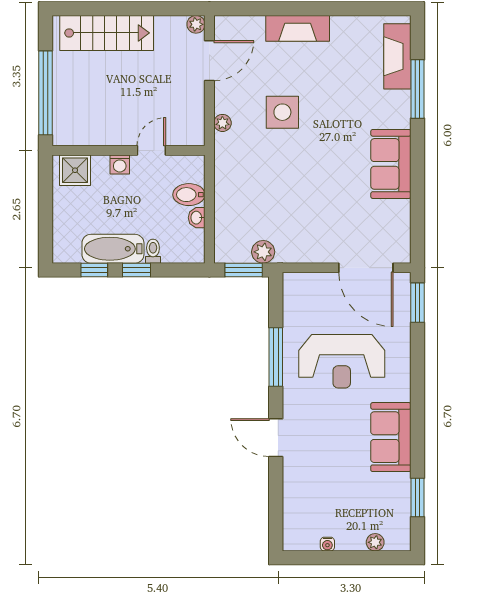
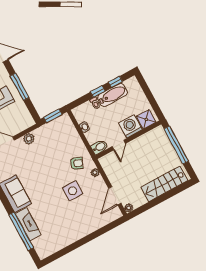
fireplace: (298, 28) -> (85, 229), removed
fireplace: (397, 56) -> (28, 224), moved
window: (417, 89) -> (21, 231), width x1.46
armchair: (247, 159) -> (77, 163), added
washing machine: (120, 164) -> (130, 126), width x1.89, depth x1.89
bidet: (189, 195) -> (99, 147), moved
plant: (263, 252) -> (29, 139), moved

